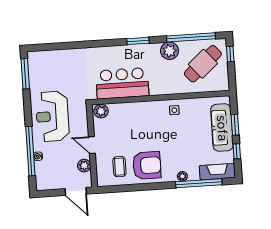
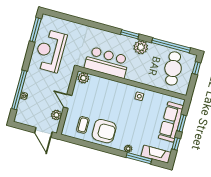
plant: (170, 51) -> (141, 47), moved
cafe table: (203, 64) -> (173, 68), turned -56
reception desk: (52, 116) -> (50, 51), moved
window: (199, 183) -> (139, 158), width x0.68

